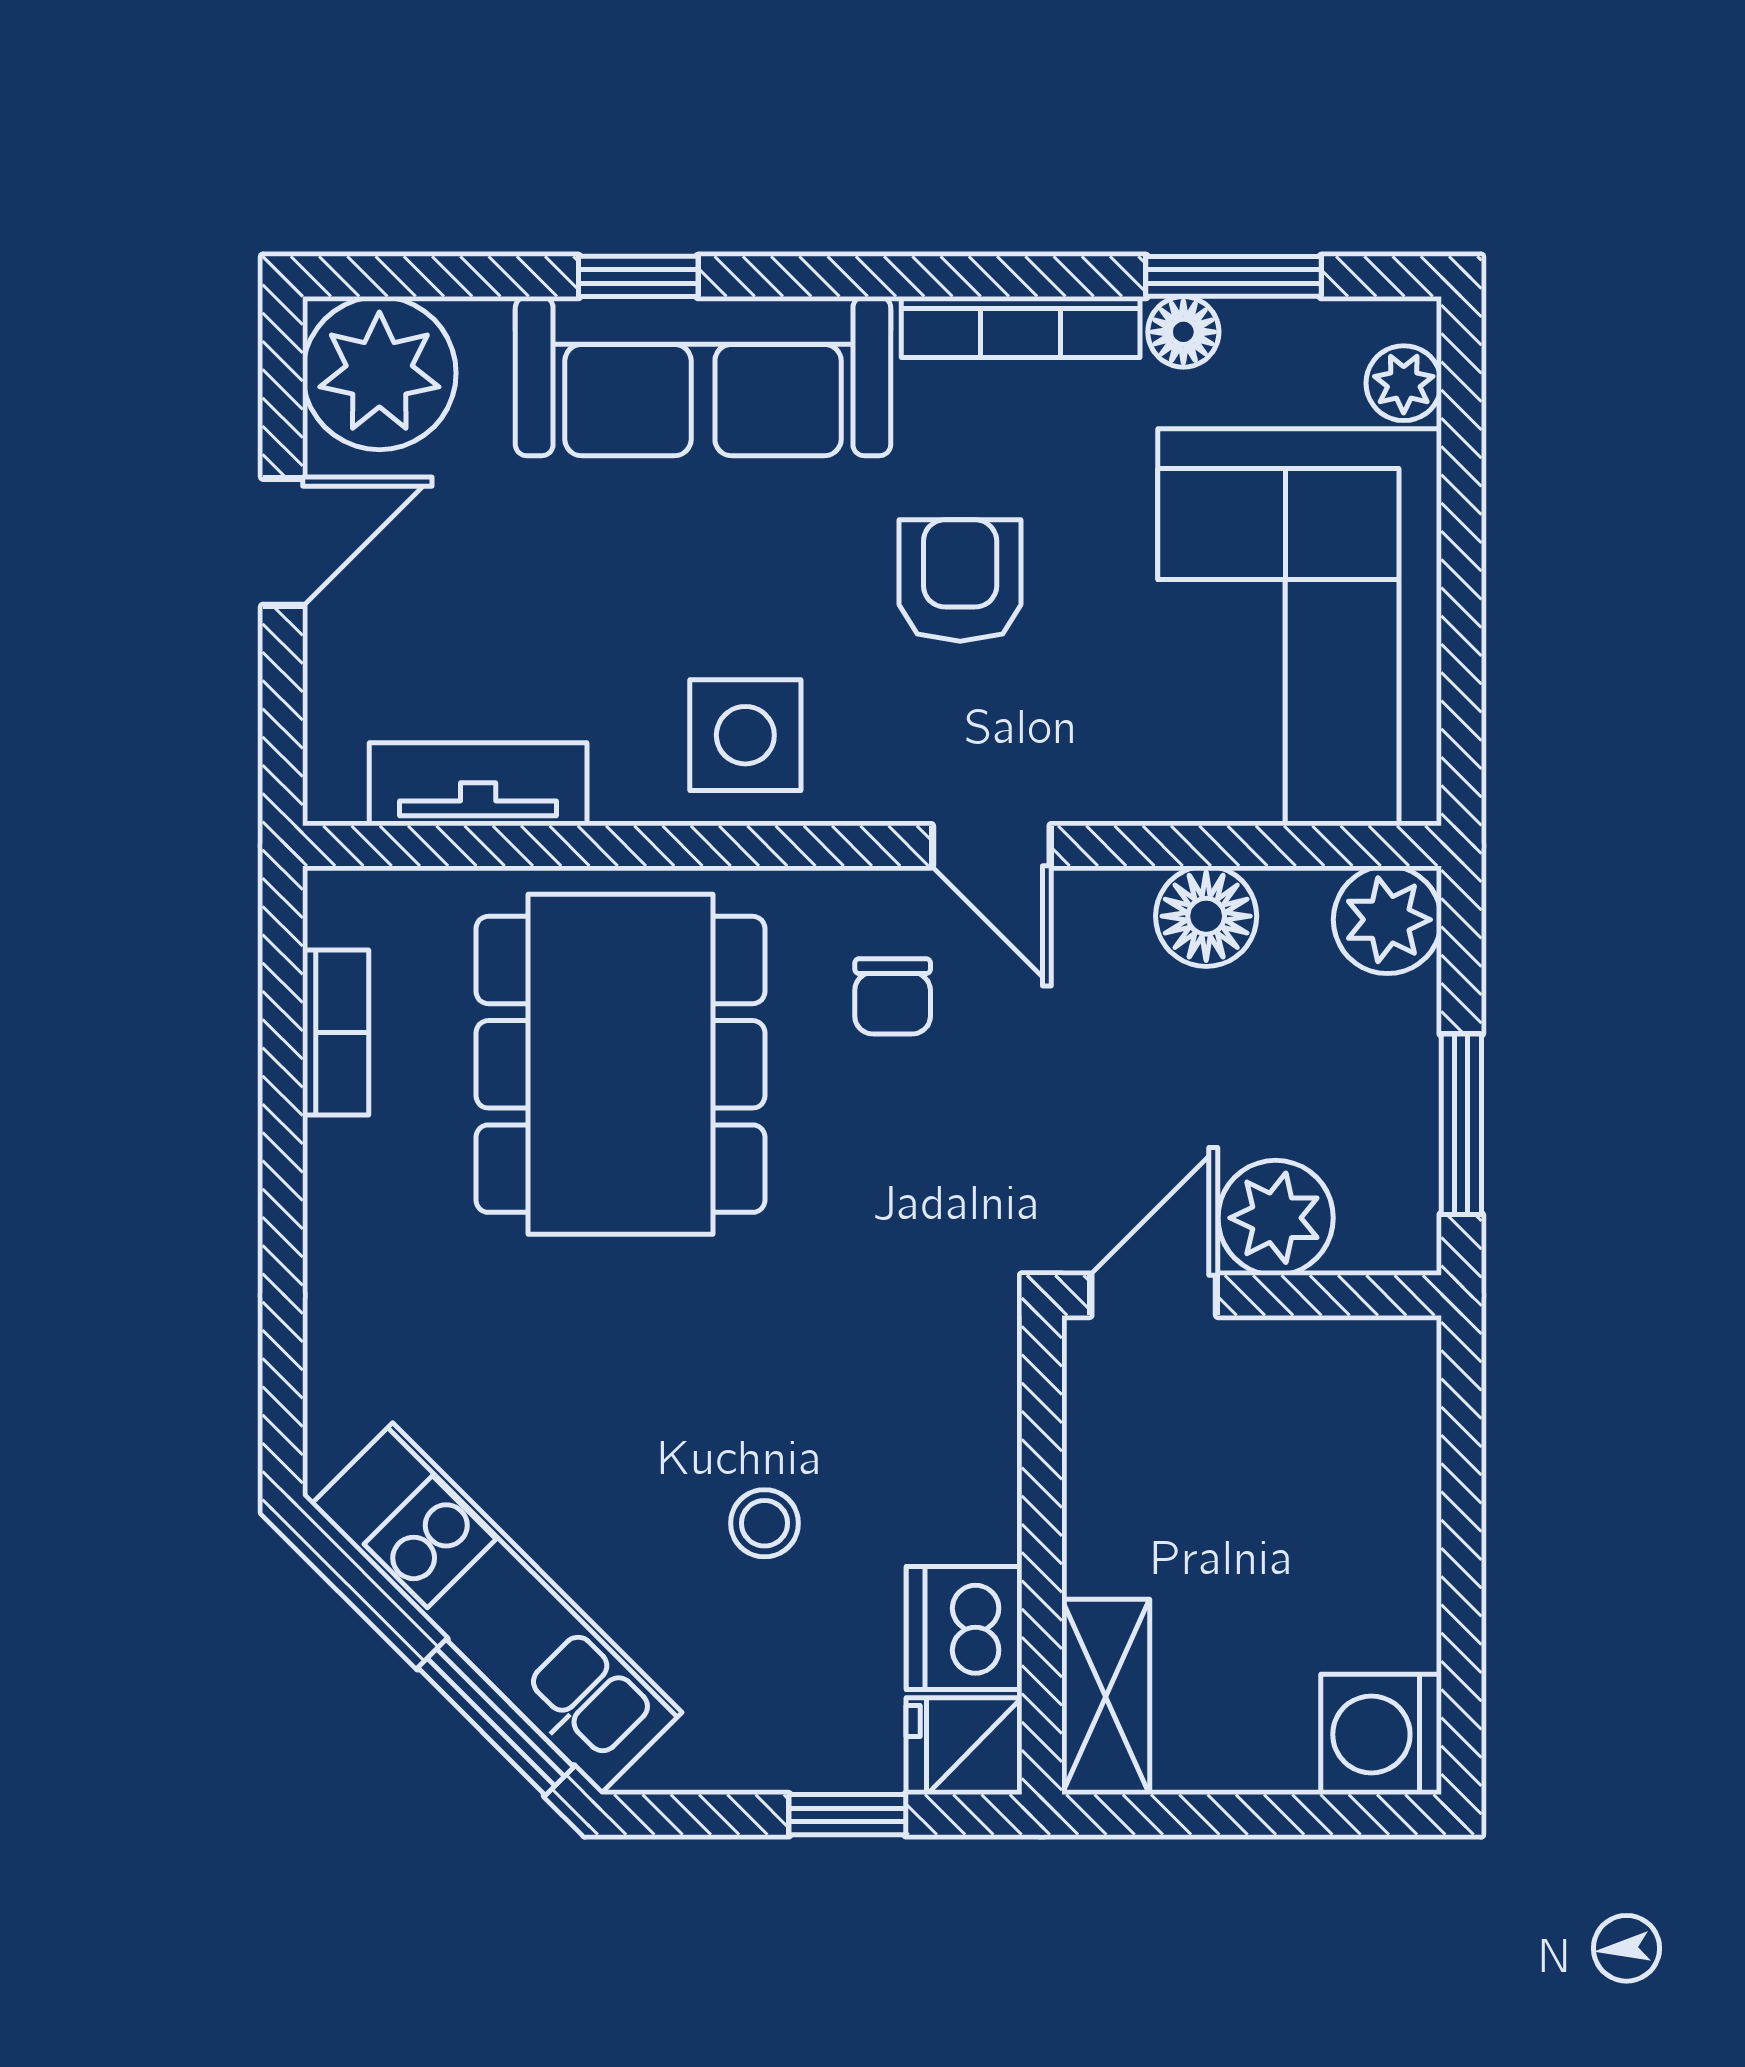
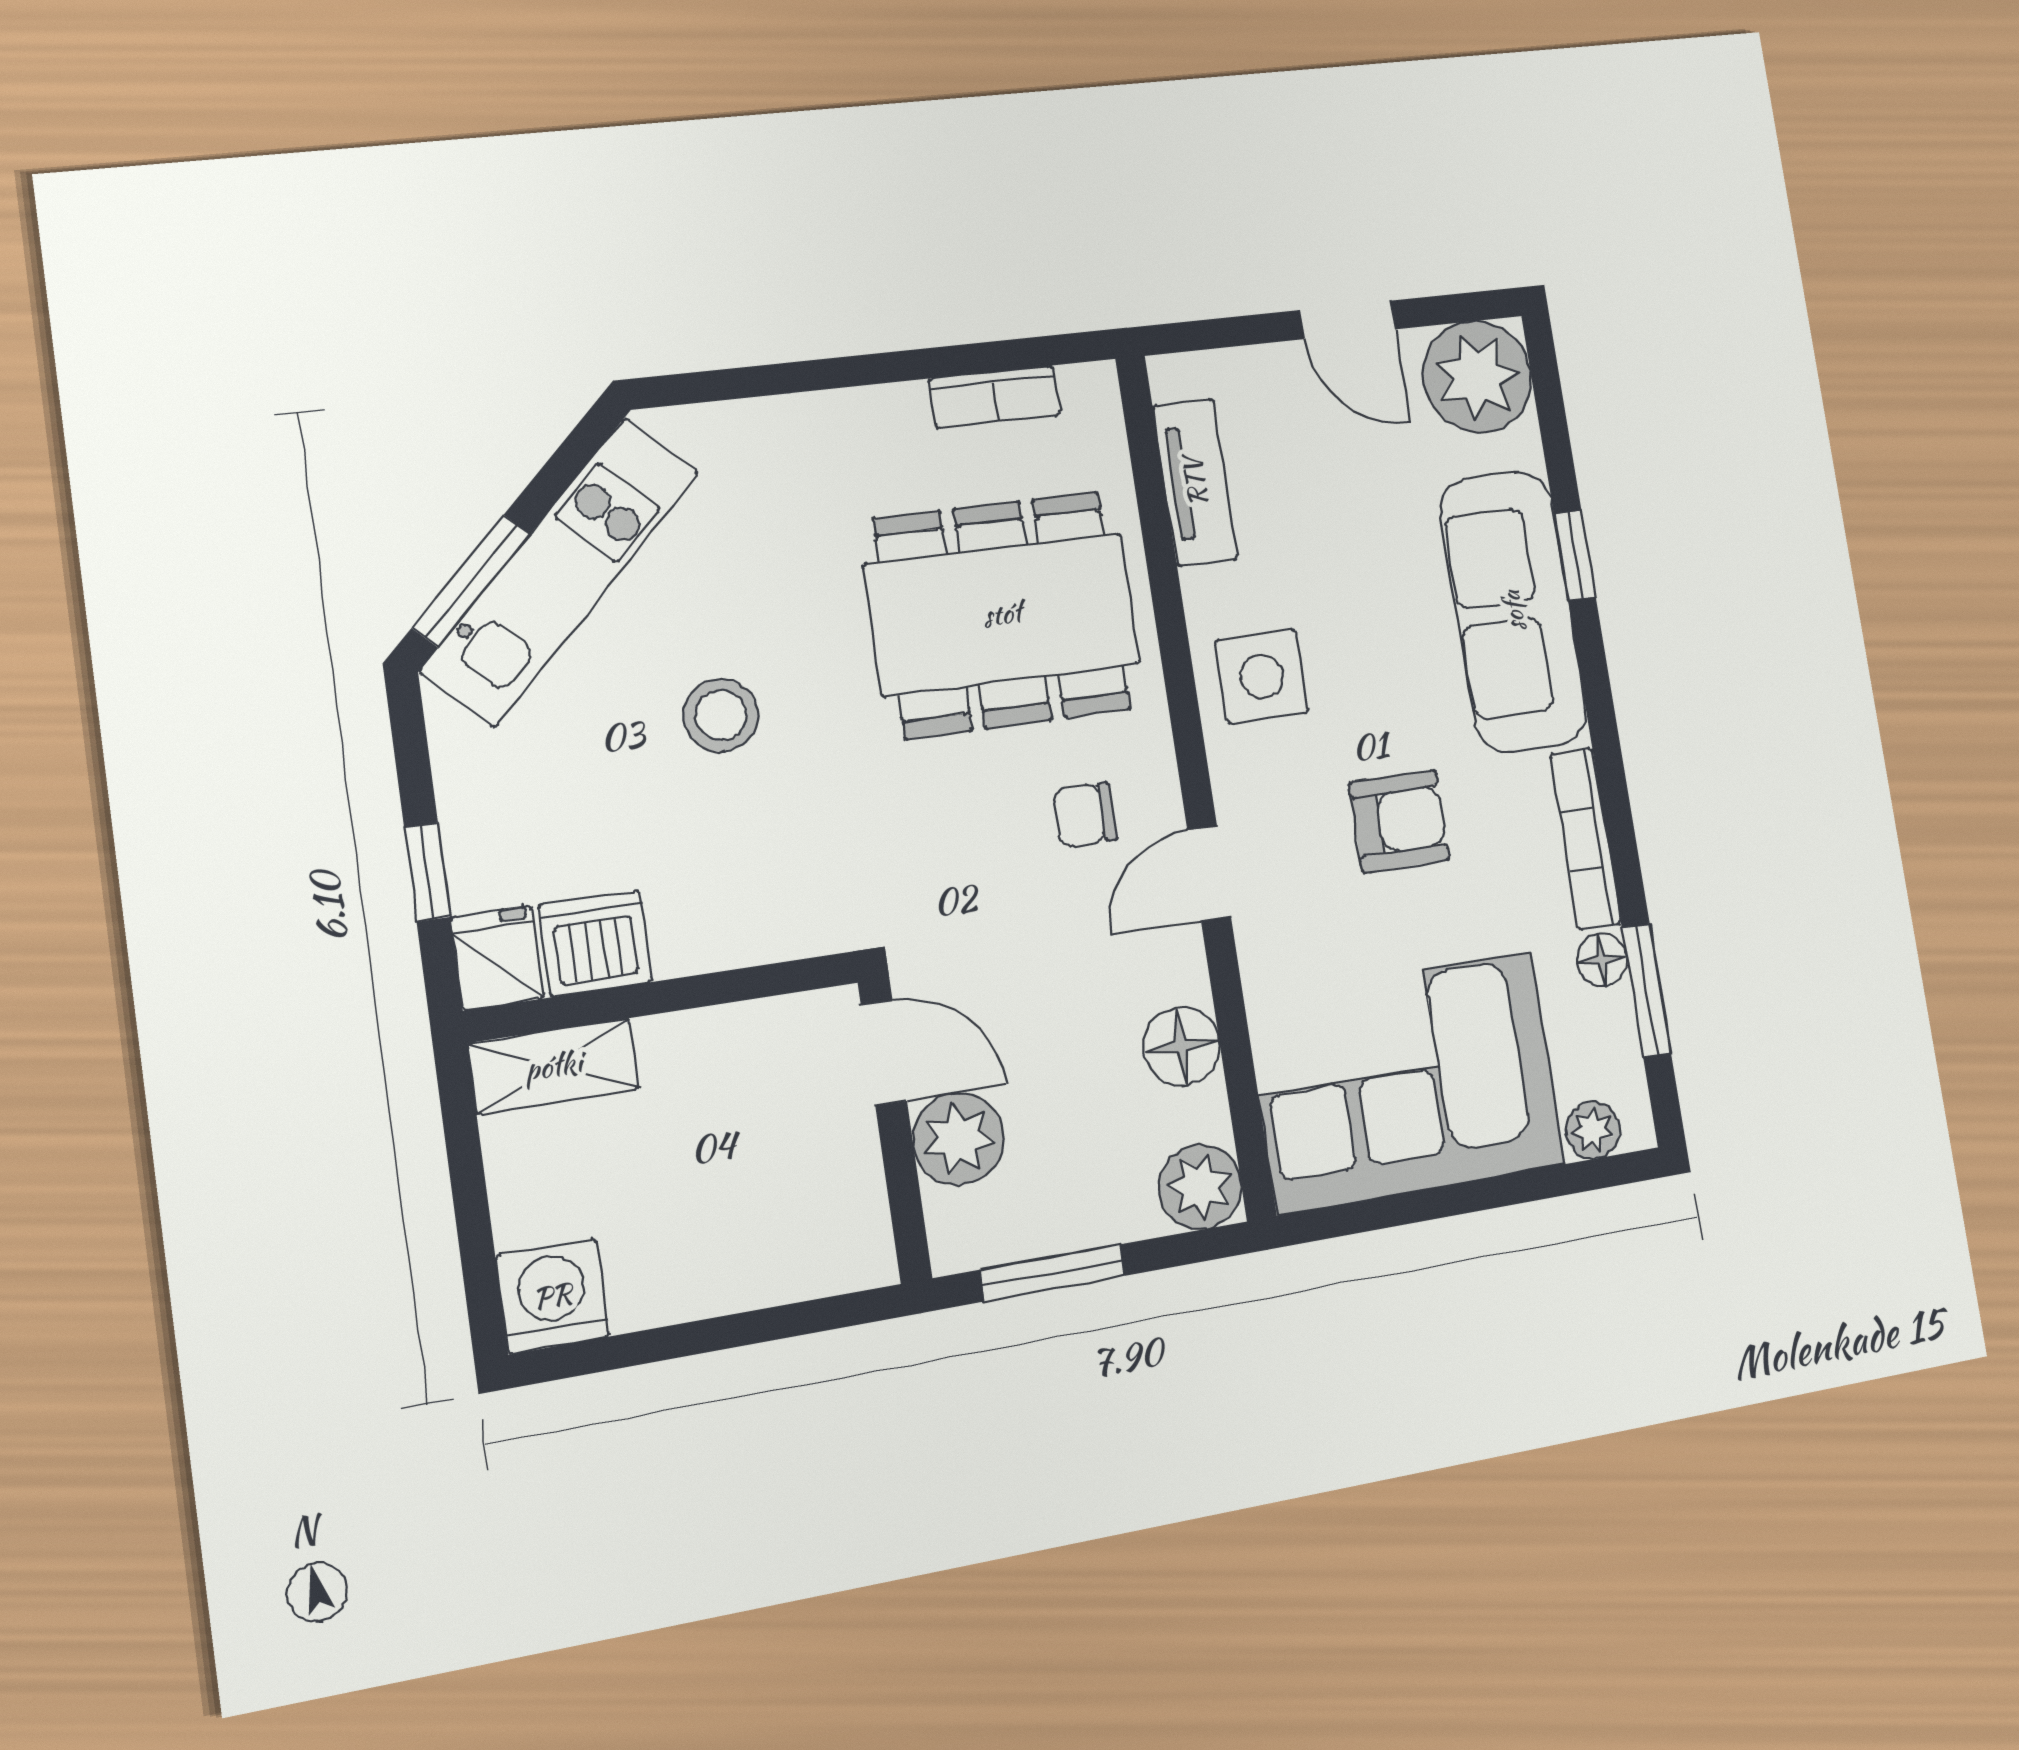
stool: (764, 1523) -> (721, 715), moved, width x1.37, depth x1.37

